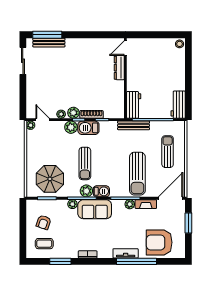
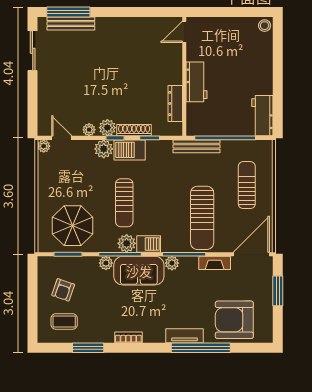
dresser: (119, 68) -> (175, 104), moved
workbench: (134, 105) -> (197, 82), moved
plant: (130, 204) -> (172, 263), moved

